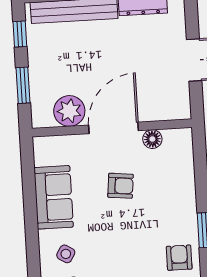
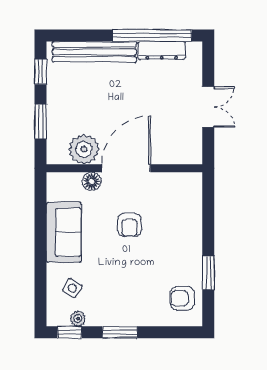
floor lamp: (152, 139) -> (91, 181), moved
armchair: (121, 186) -> (129, 225), turned 84
armchair: (179, 258) -> (182, 298), turned -90

